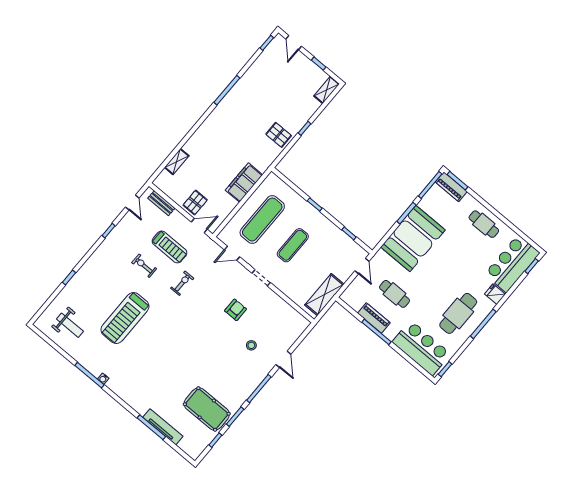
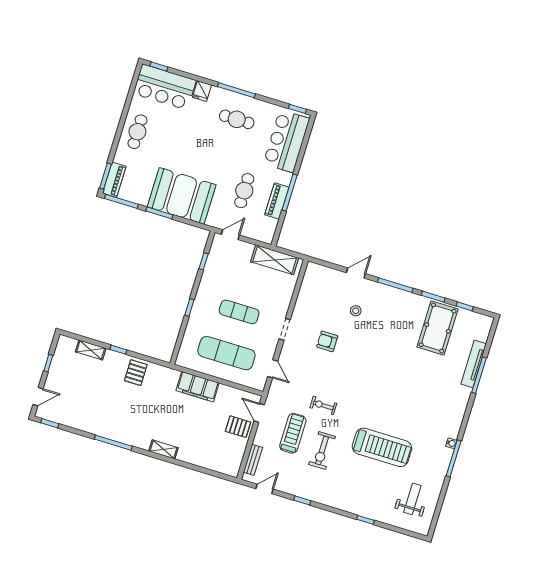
shelving: (327, 90) -> (91, 350), moved
shelving: (177, 162) -> (163, 449), moved
exercise bike: (144, 266) -> (322, 451), width x1.38, depth x1.39
cafe table: (458, 313) -> (237, 119), width x0.73, depth x0.74

